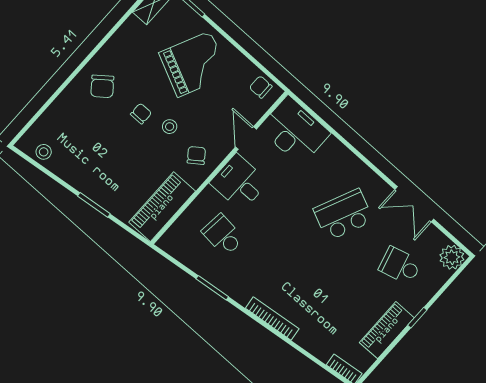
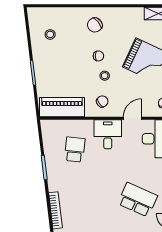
stool: (44, 152) -> (50, 34), moved

